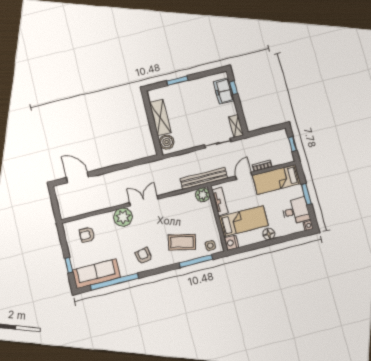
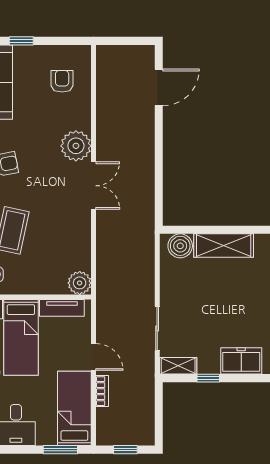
window: (233, 88) -> (208, 378), moved
bench: (204, 178) -> (106, 291), removed
window: (306, 194) -> (60, 450), moved

